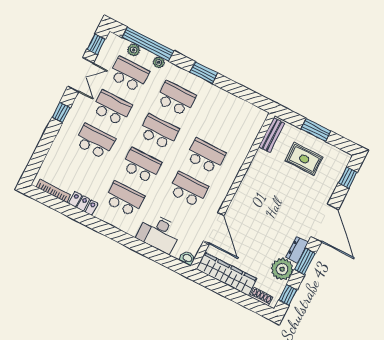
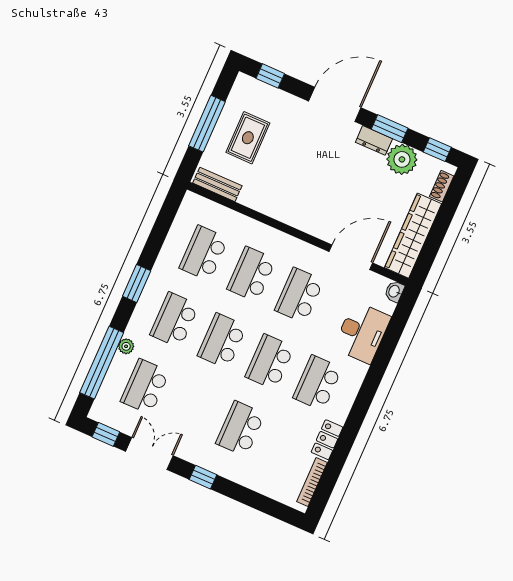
plant: (134, 50) -> (111, 382), removed
school desk: (112, 108) -> (204, 253), moved
window: (316, 130) -> (207, 124), width x1.44

